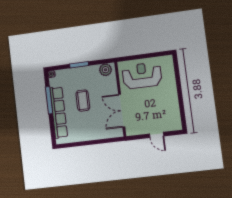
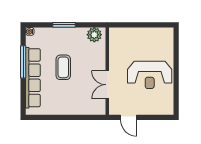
reception desk: (142, 75) -> (150, 75), moved, turned 180
double door: (122, 111) -> (107, 85), width x0.73
door: (157, 135) -> (129, 117), moved

